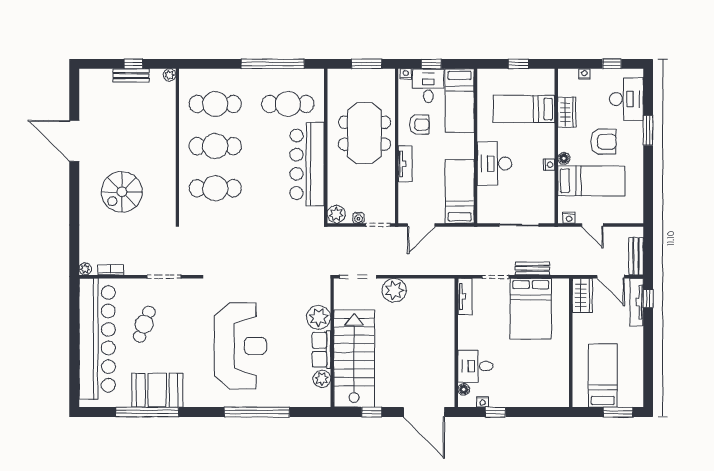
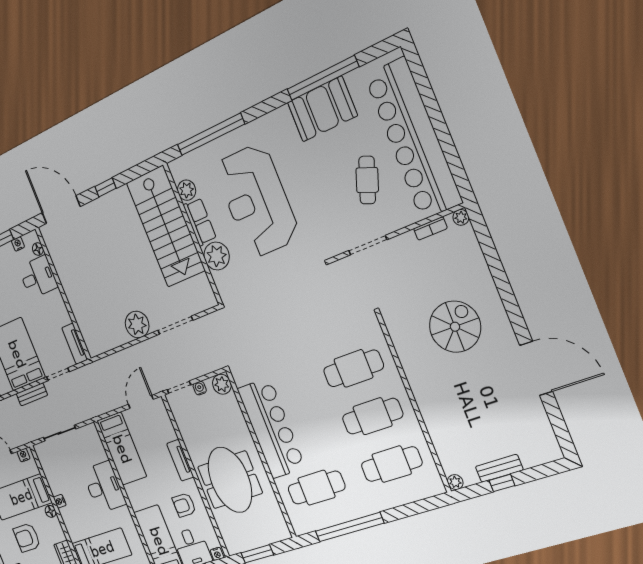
plant: (319, 317) -> (217, 256), moved
wall: (332, 343) -> (193, 234), moved
row of seats: (321, 350) -> (200, 222), moved
stairs: (354, 358) -> (166, 226), moved
plant: (322, 379) -> (187, 190), moved

